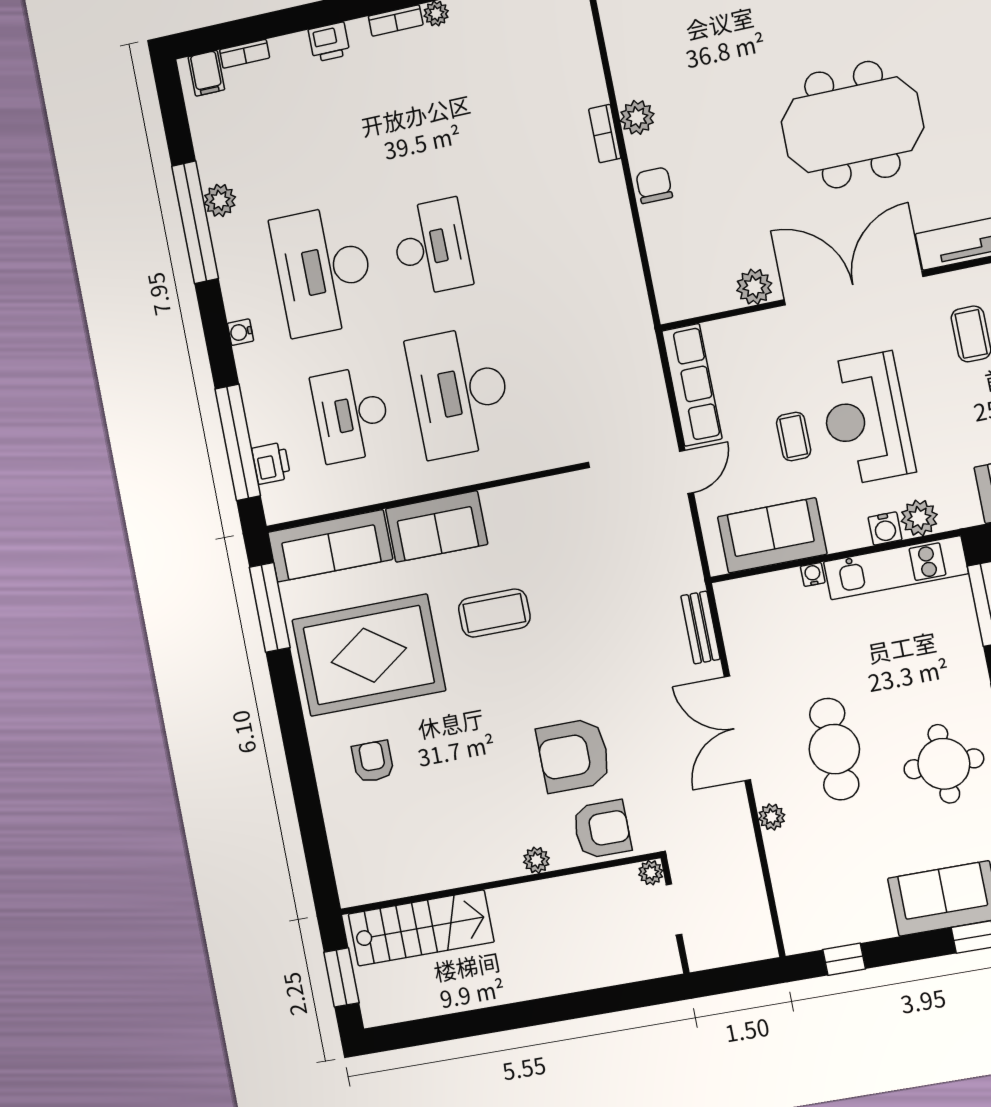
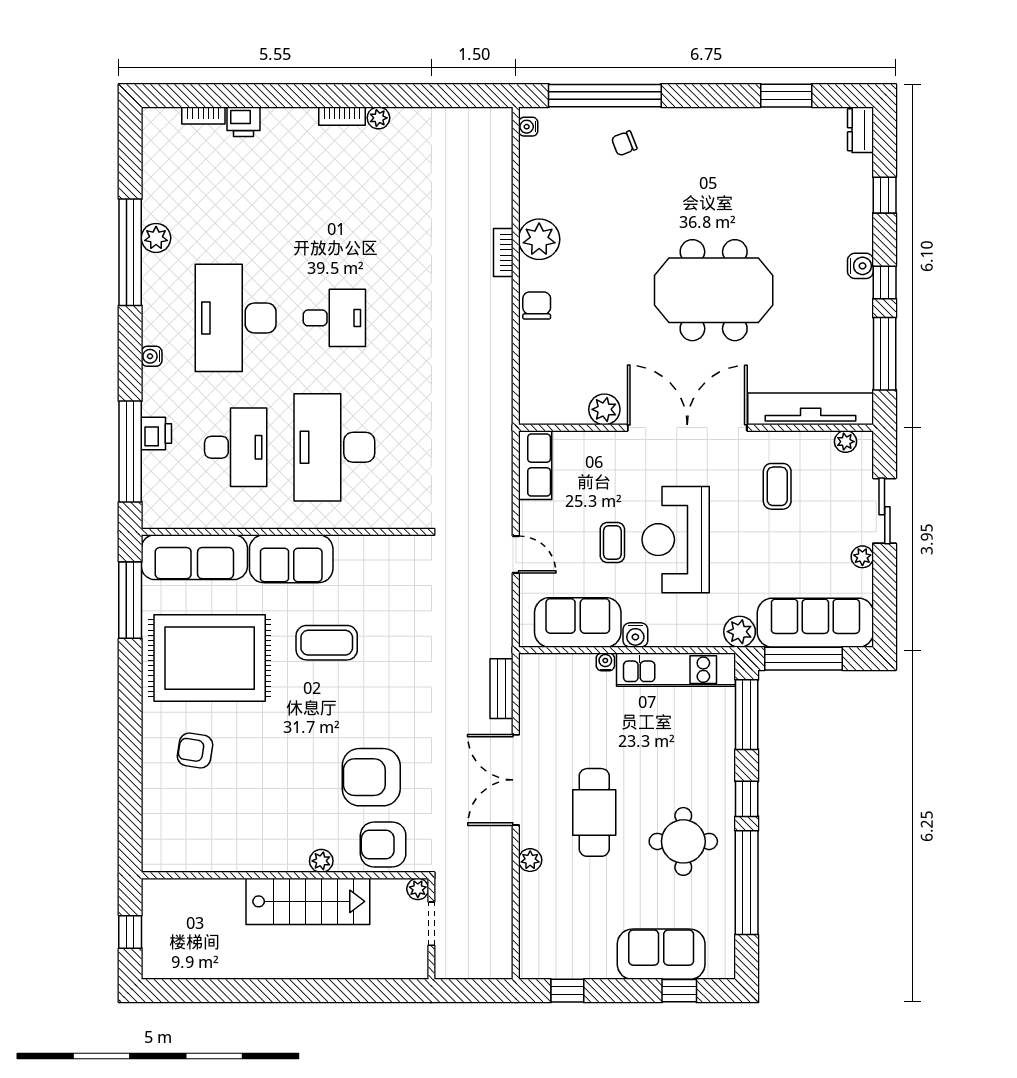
printer: (329, 42) -> (243, 122), moved
filing cabinet: (206, 73) -> (166, 125), removed
plant: (637, 117) -> (539, 239), width x1.36, depth x1.36
desk: (431, 247) -> (334, 318), width x0.73
row of seats: (692, 385) -> (535, 465), width x0.68
desk: (351, 414) -> (236, 447), turned 180
printer: (271, 463) -> (156, 433), moved
door: (686, 472) -> (516, 554), hinge flipped
plant: (919, 518) -> (740, 632), moved
water cooler: (885, 528) -> (635, 635), moved
armchair: (373, 762) -> (195, 750), turned -81
armchair: (602, 829) -> (383, 845), turned 180
stairs: (421, 928) -> (308, 901), moved
window: (341, 977) -> (130, 932), width x0.67

